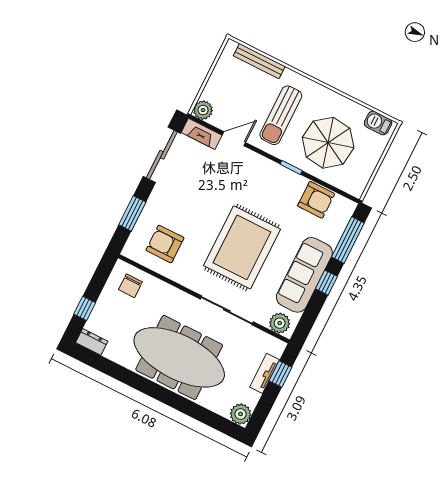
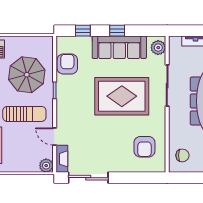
window: (132, 213) -> (135, 178), removed
window: (348, 240) -> (83, 31), width x0.46
window: (280, 374) -> (191, 31), removed

